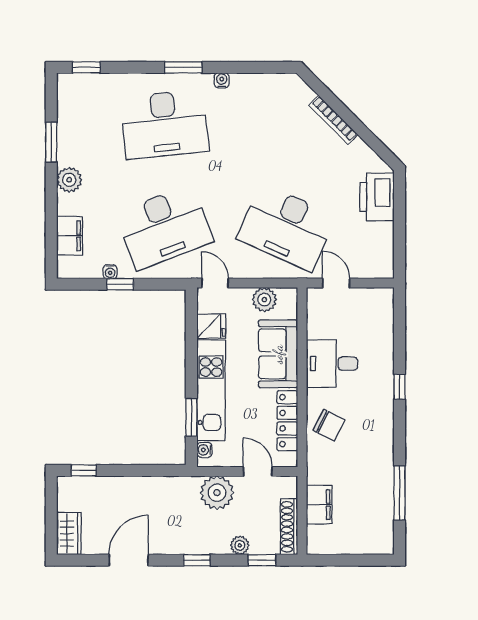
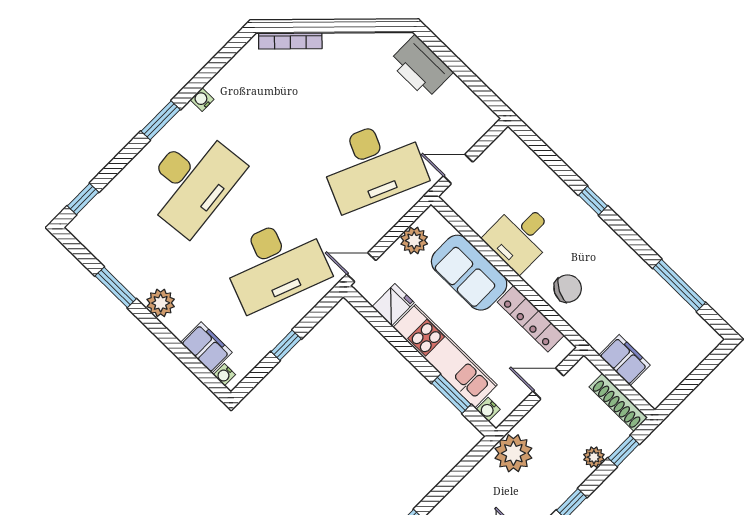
bookcase: (333, 120) -> (290, 41), moved
desk: (164, 227) -> (275, 264), turned 42
water cooler: (110, 272) -> (224, 375), moved, turned 90
plant: (217, 493) -> (513, 453), moved

